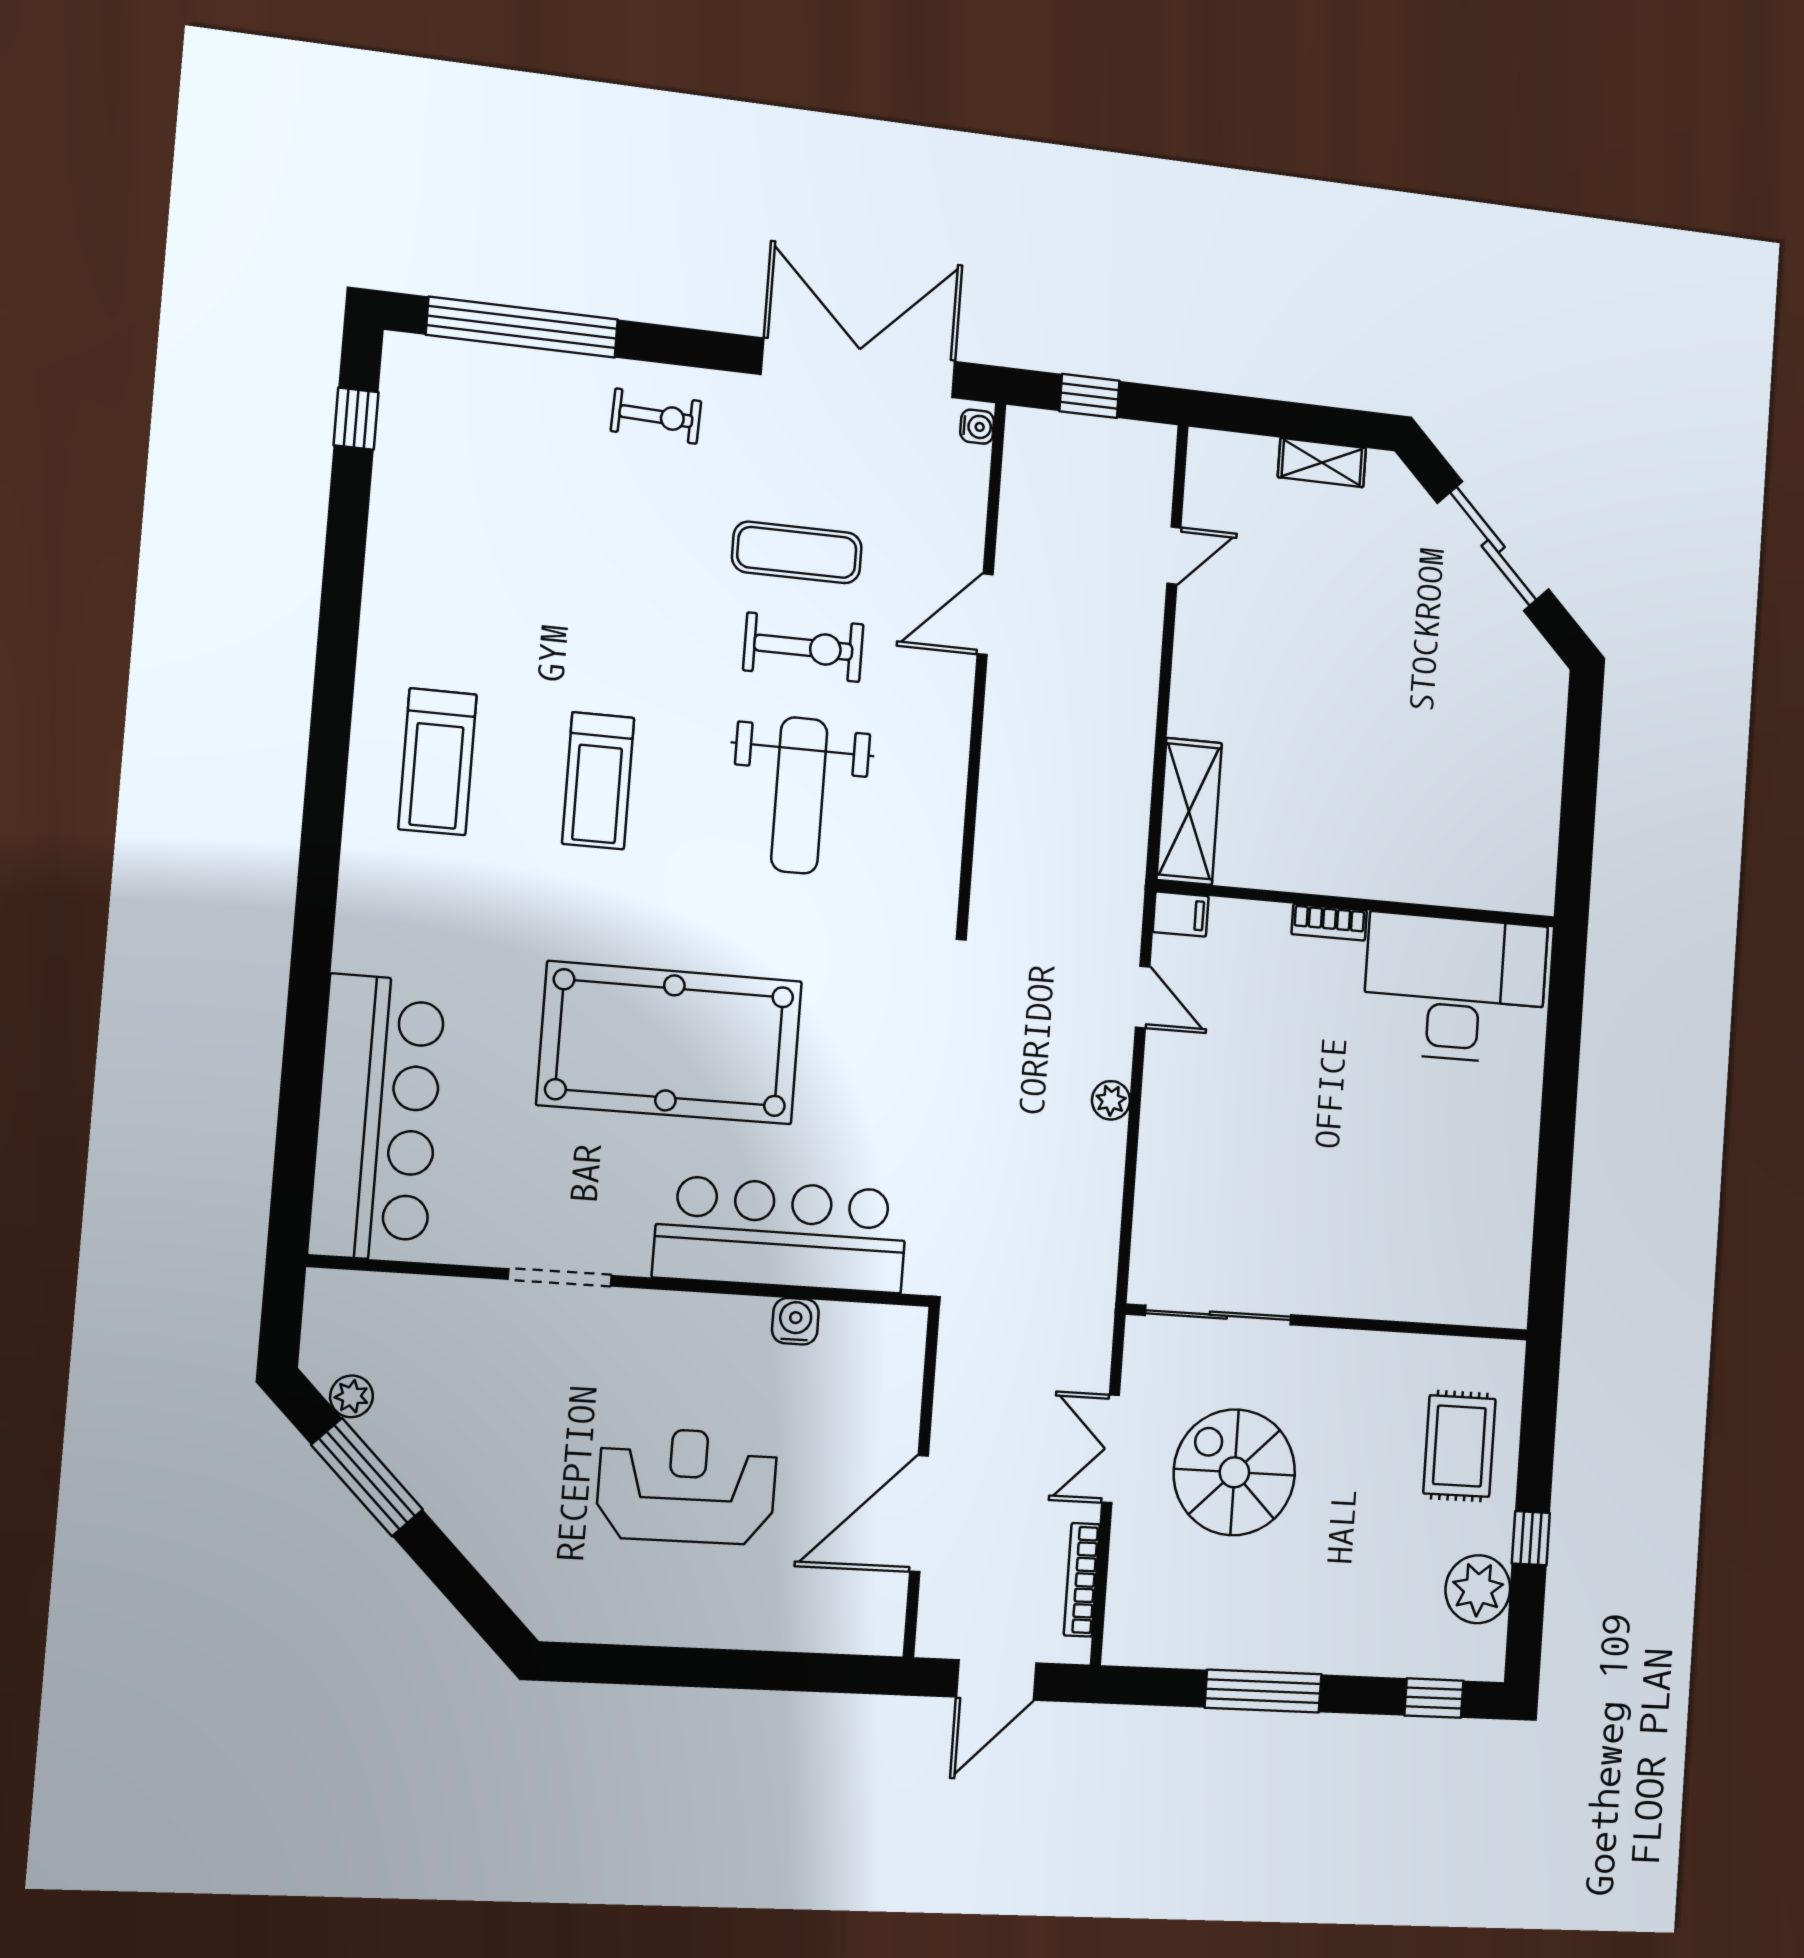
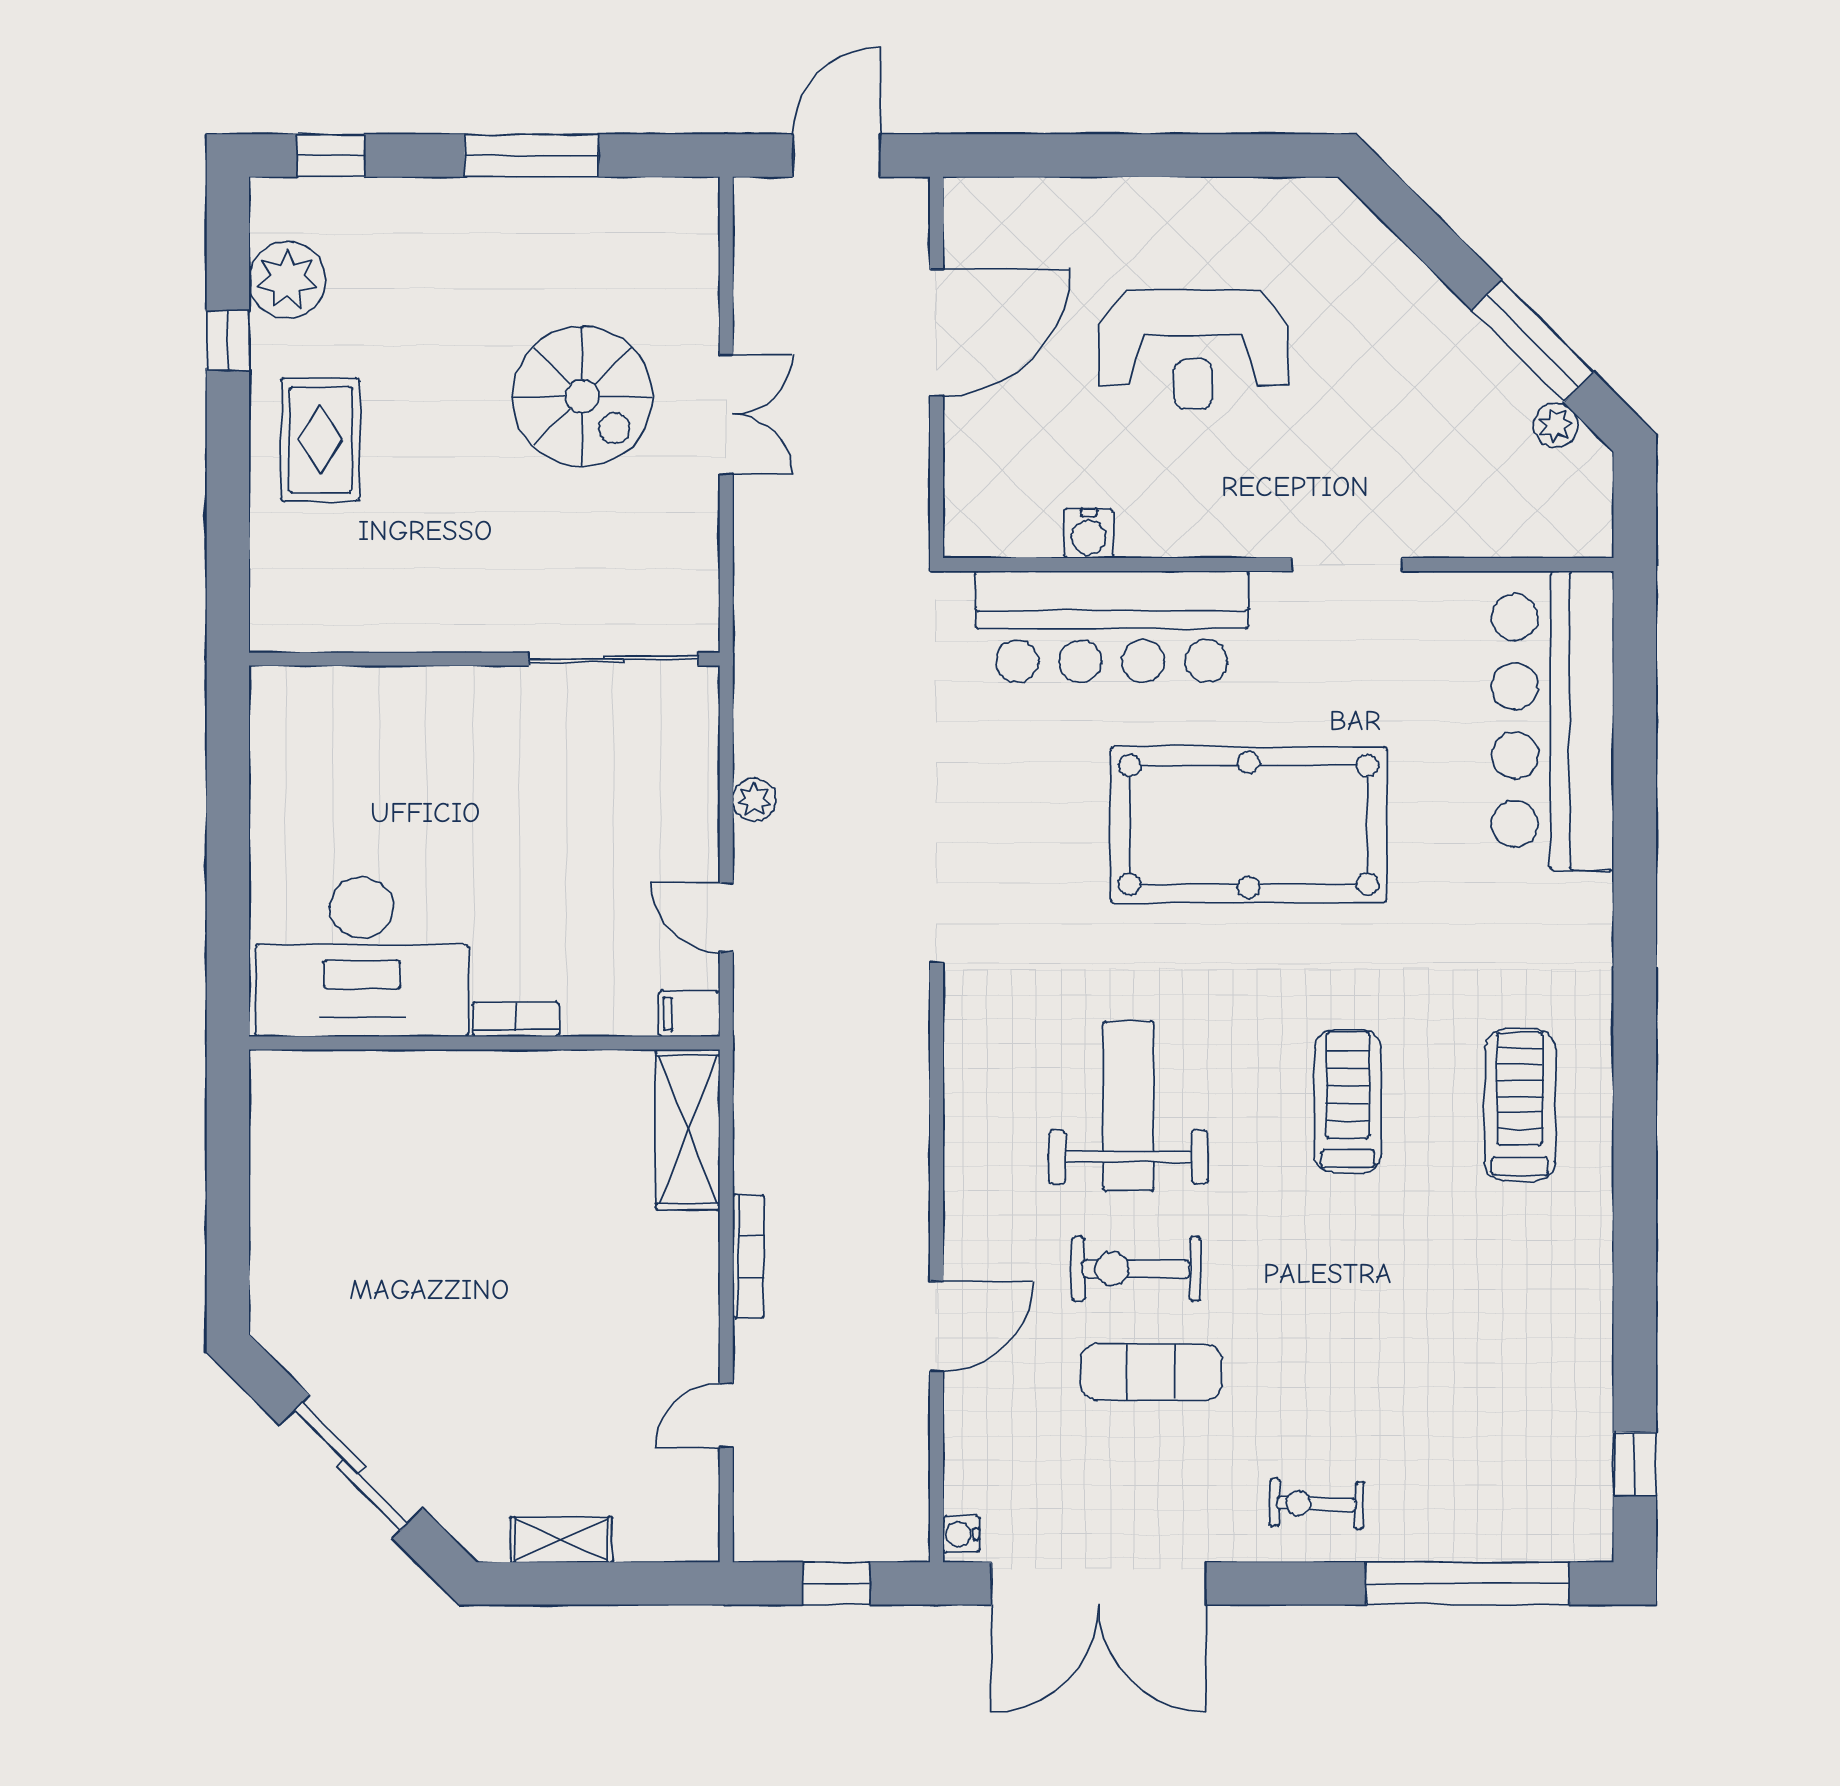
sliding door: (1218, 1315) -> (613, 659), moved
wall: (1329, 1322) -> (484, 659), moved
bookcase: (1082, 1580) -> (748, 1257), moved

